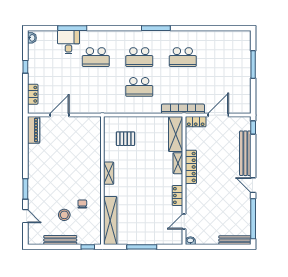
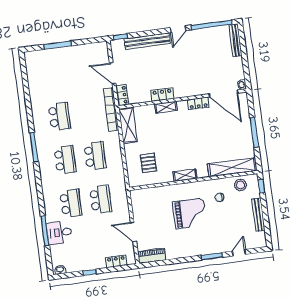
school desk: (96, 87) -> (101, 199), added
shelving: (176, 134) -> (128, 125), moved, turned 90
locker: (191, 167) -> (162, 95), width x0.66
grand piano: (70, 173) -> (190, 213), added
stool: (64, 215) -> (240, 185), moved
door: (184, 221) -> (223, 94), width x1.88

